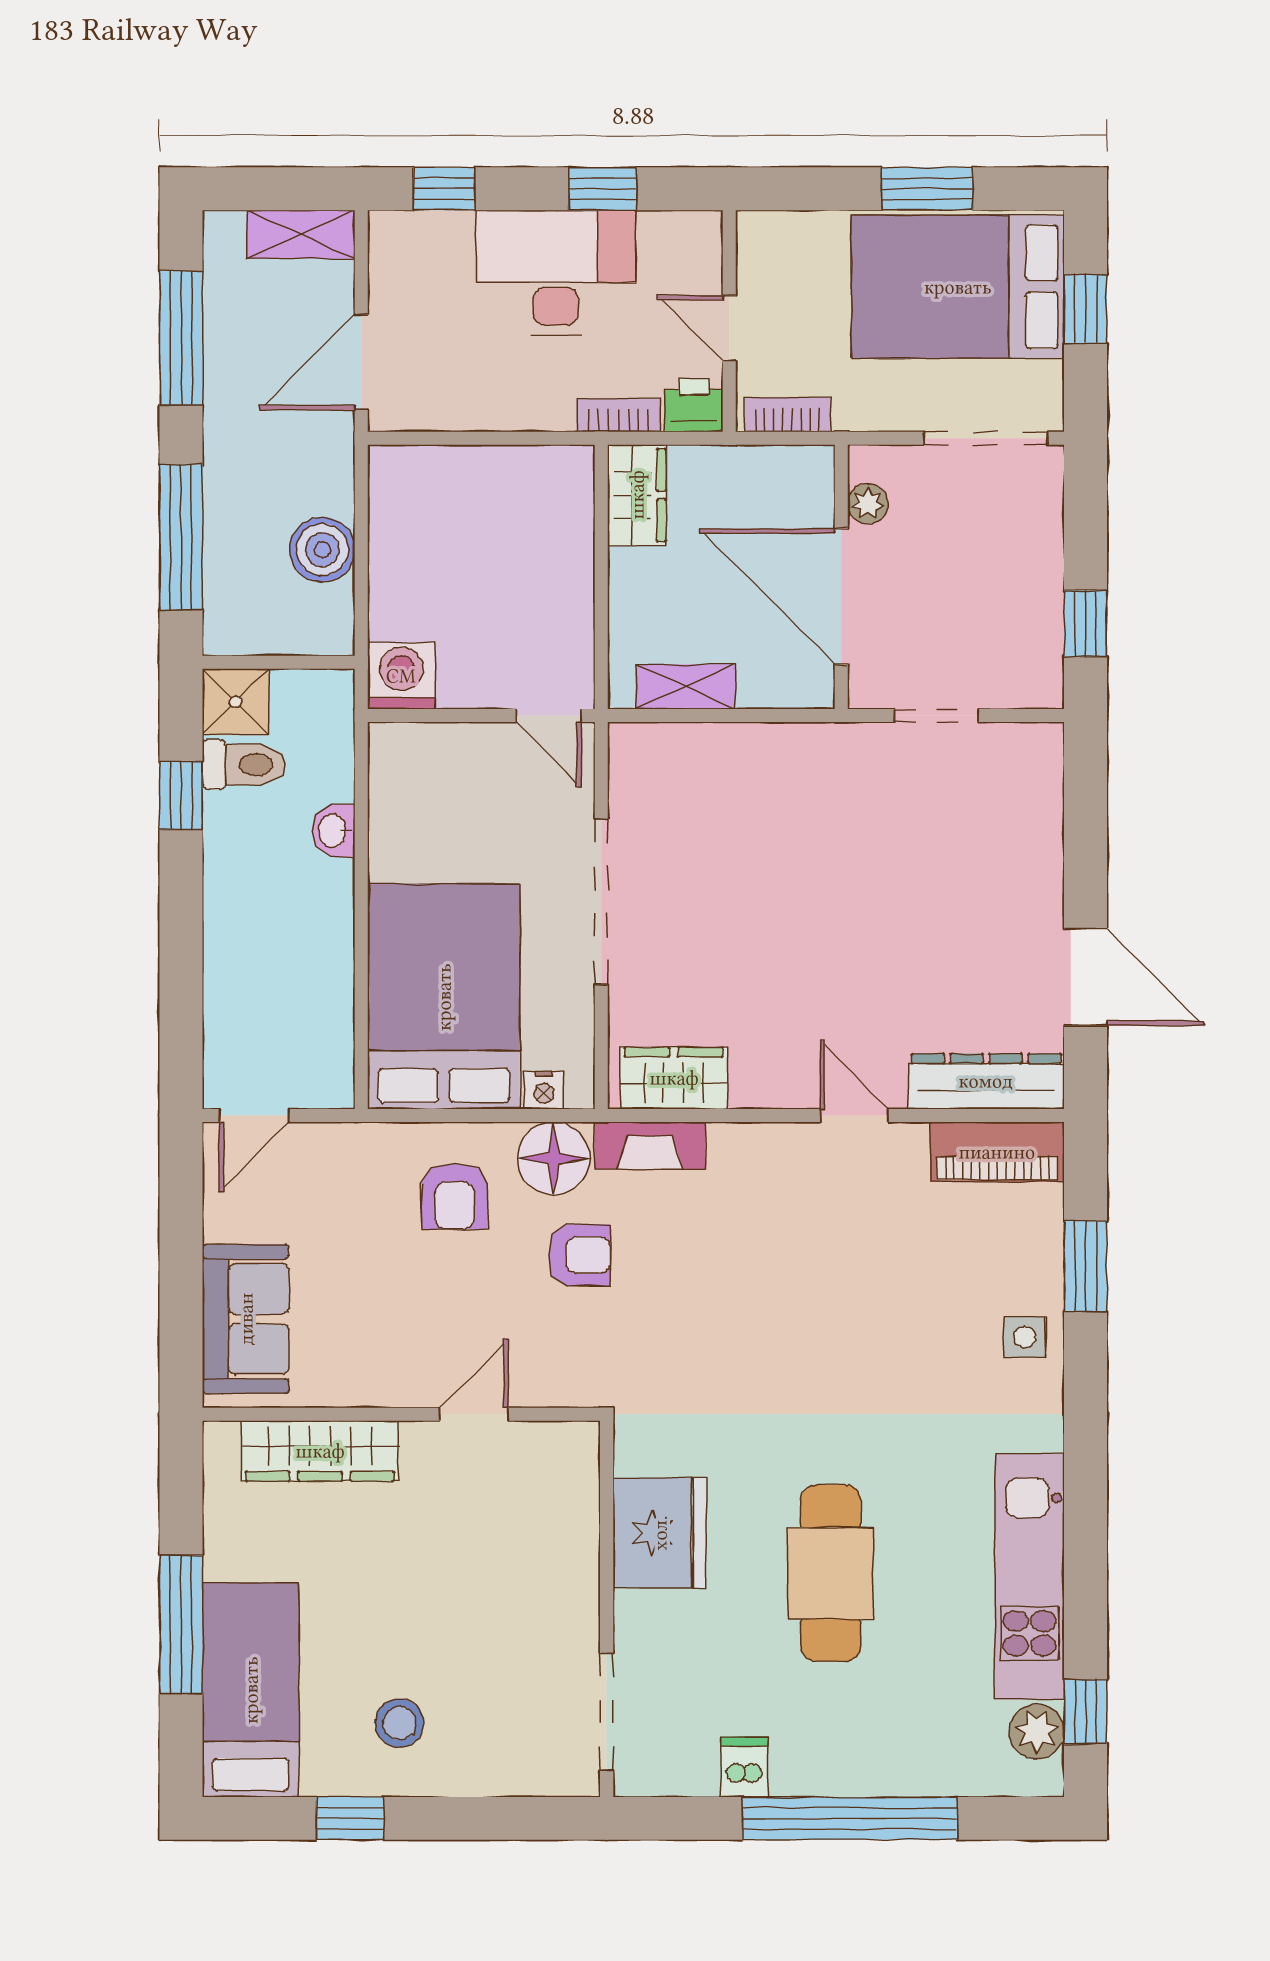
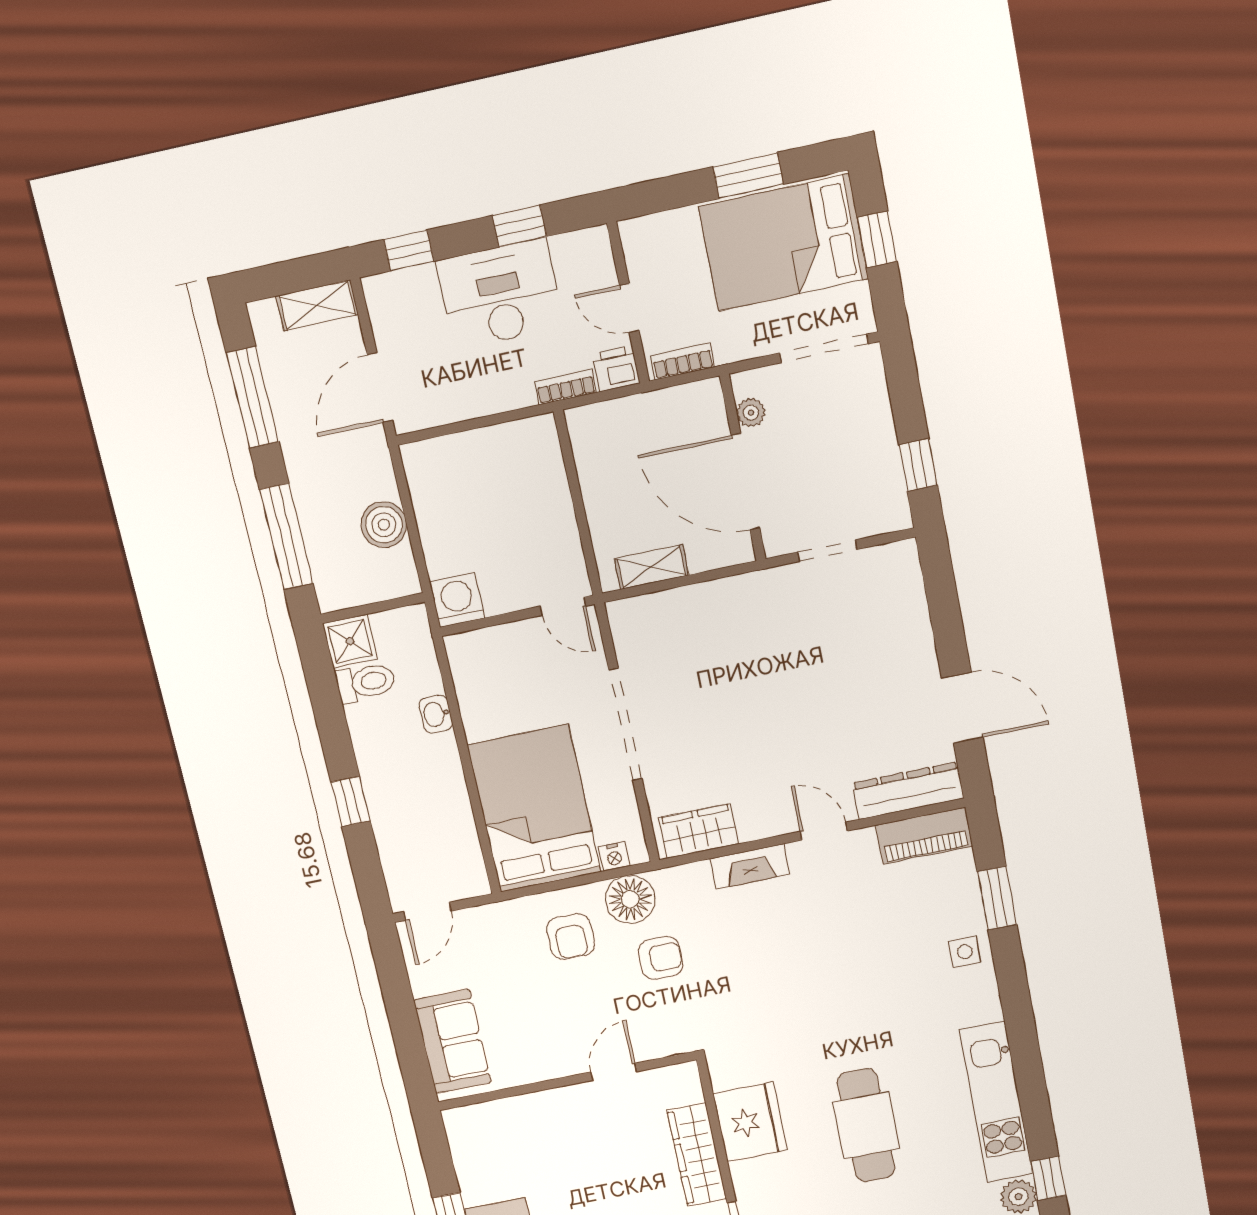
wardrobe: (637, 495) -> (590, 441), removed
window: (181, 796) -> (351, 801), moved
fireplace: (650, 1146) -> (750, 866), moved
wardrobe: (320, 1451) -> (697, 1155), moved, turned 90

